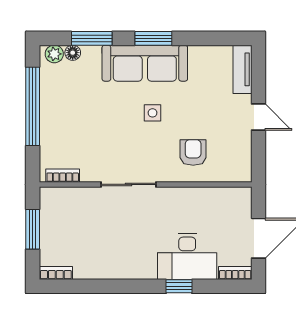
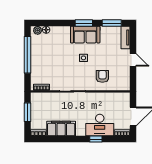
window: (92, 38) -> (112, 23), moved
sofa: (145, 63) -> (85, 35), width x0.73
filing cabinet: (105, 264) -> (61, 129), added

